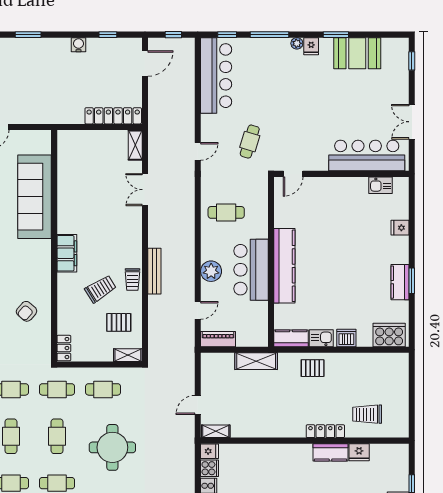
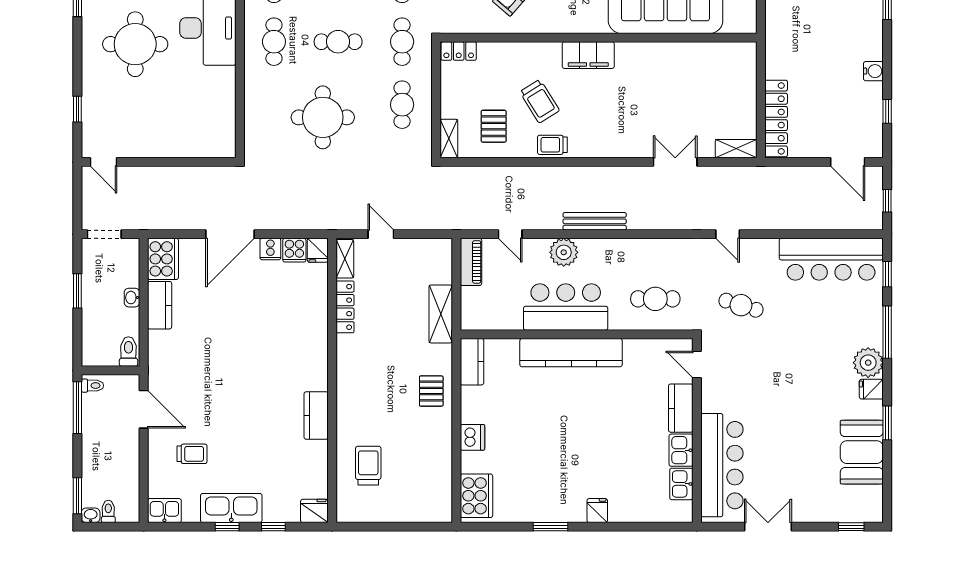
plant: (297, 43) -> (868, 363), width x1.87, depth x1.87
cafe table: (226, 212) -> (655, 299), moved, turned 90
fridge: (400, 228) -> (597, 511), moved
bench: (154, 271) -> (595, 221), moved
kitchen counter: (400, 282) -> (681, 408), moved, turned -90
kitchen sink: (321, 338) -> (681, 450), moved, turned 180
locker: (325, 431) -> (345, 307), moved
fridge: (359, 452) -> (314, 511), moved, turned 90

